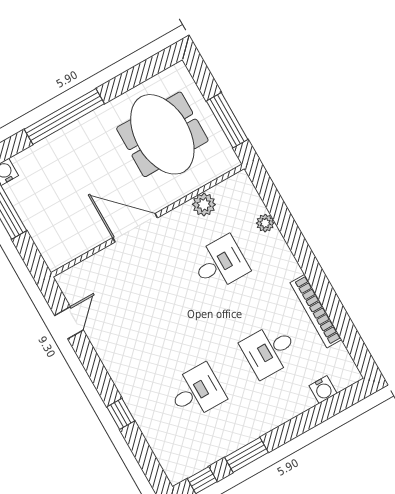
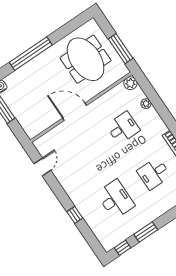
plant: (204, 205) -> (130, 83), moved
desk: (197, 392) -> (116, 199), width x1.37

